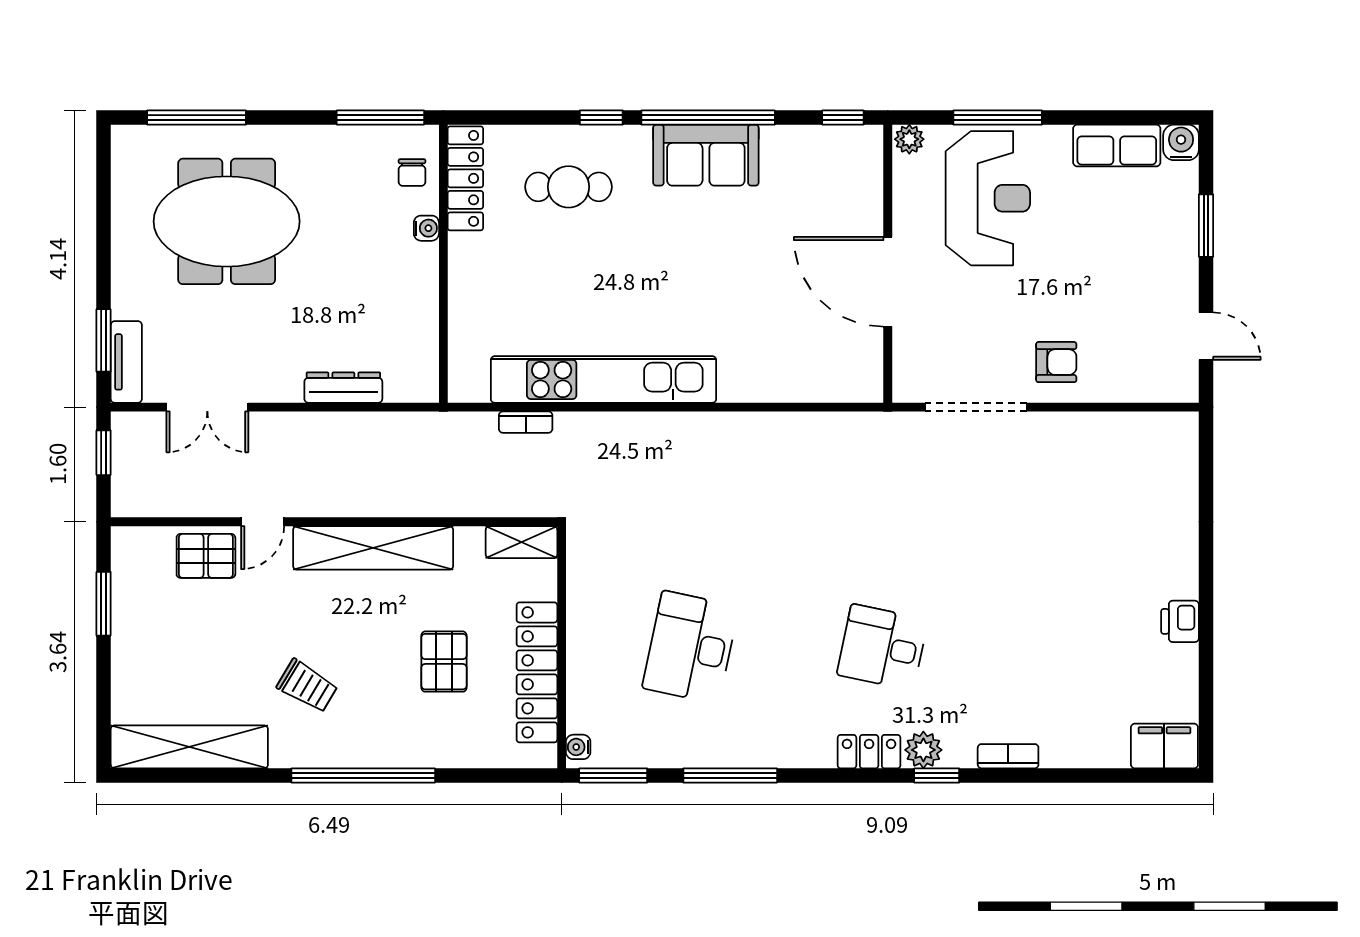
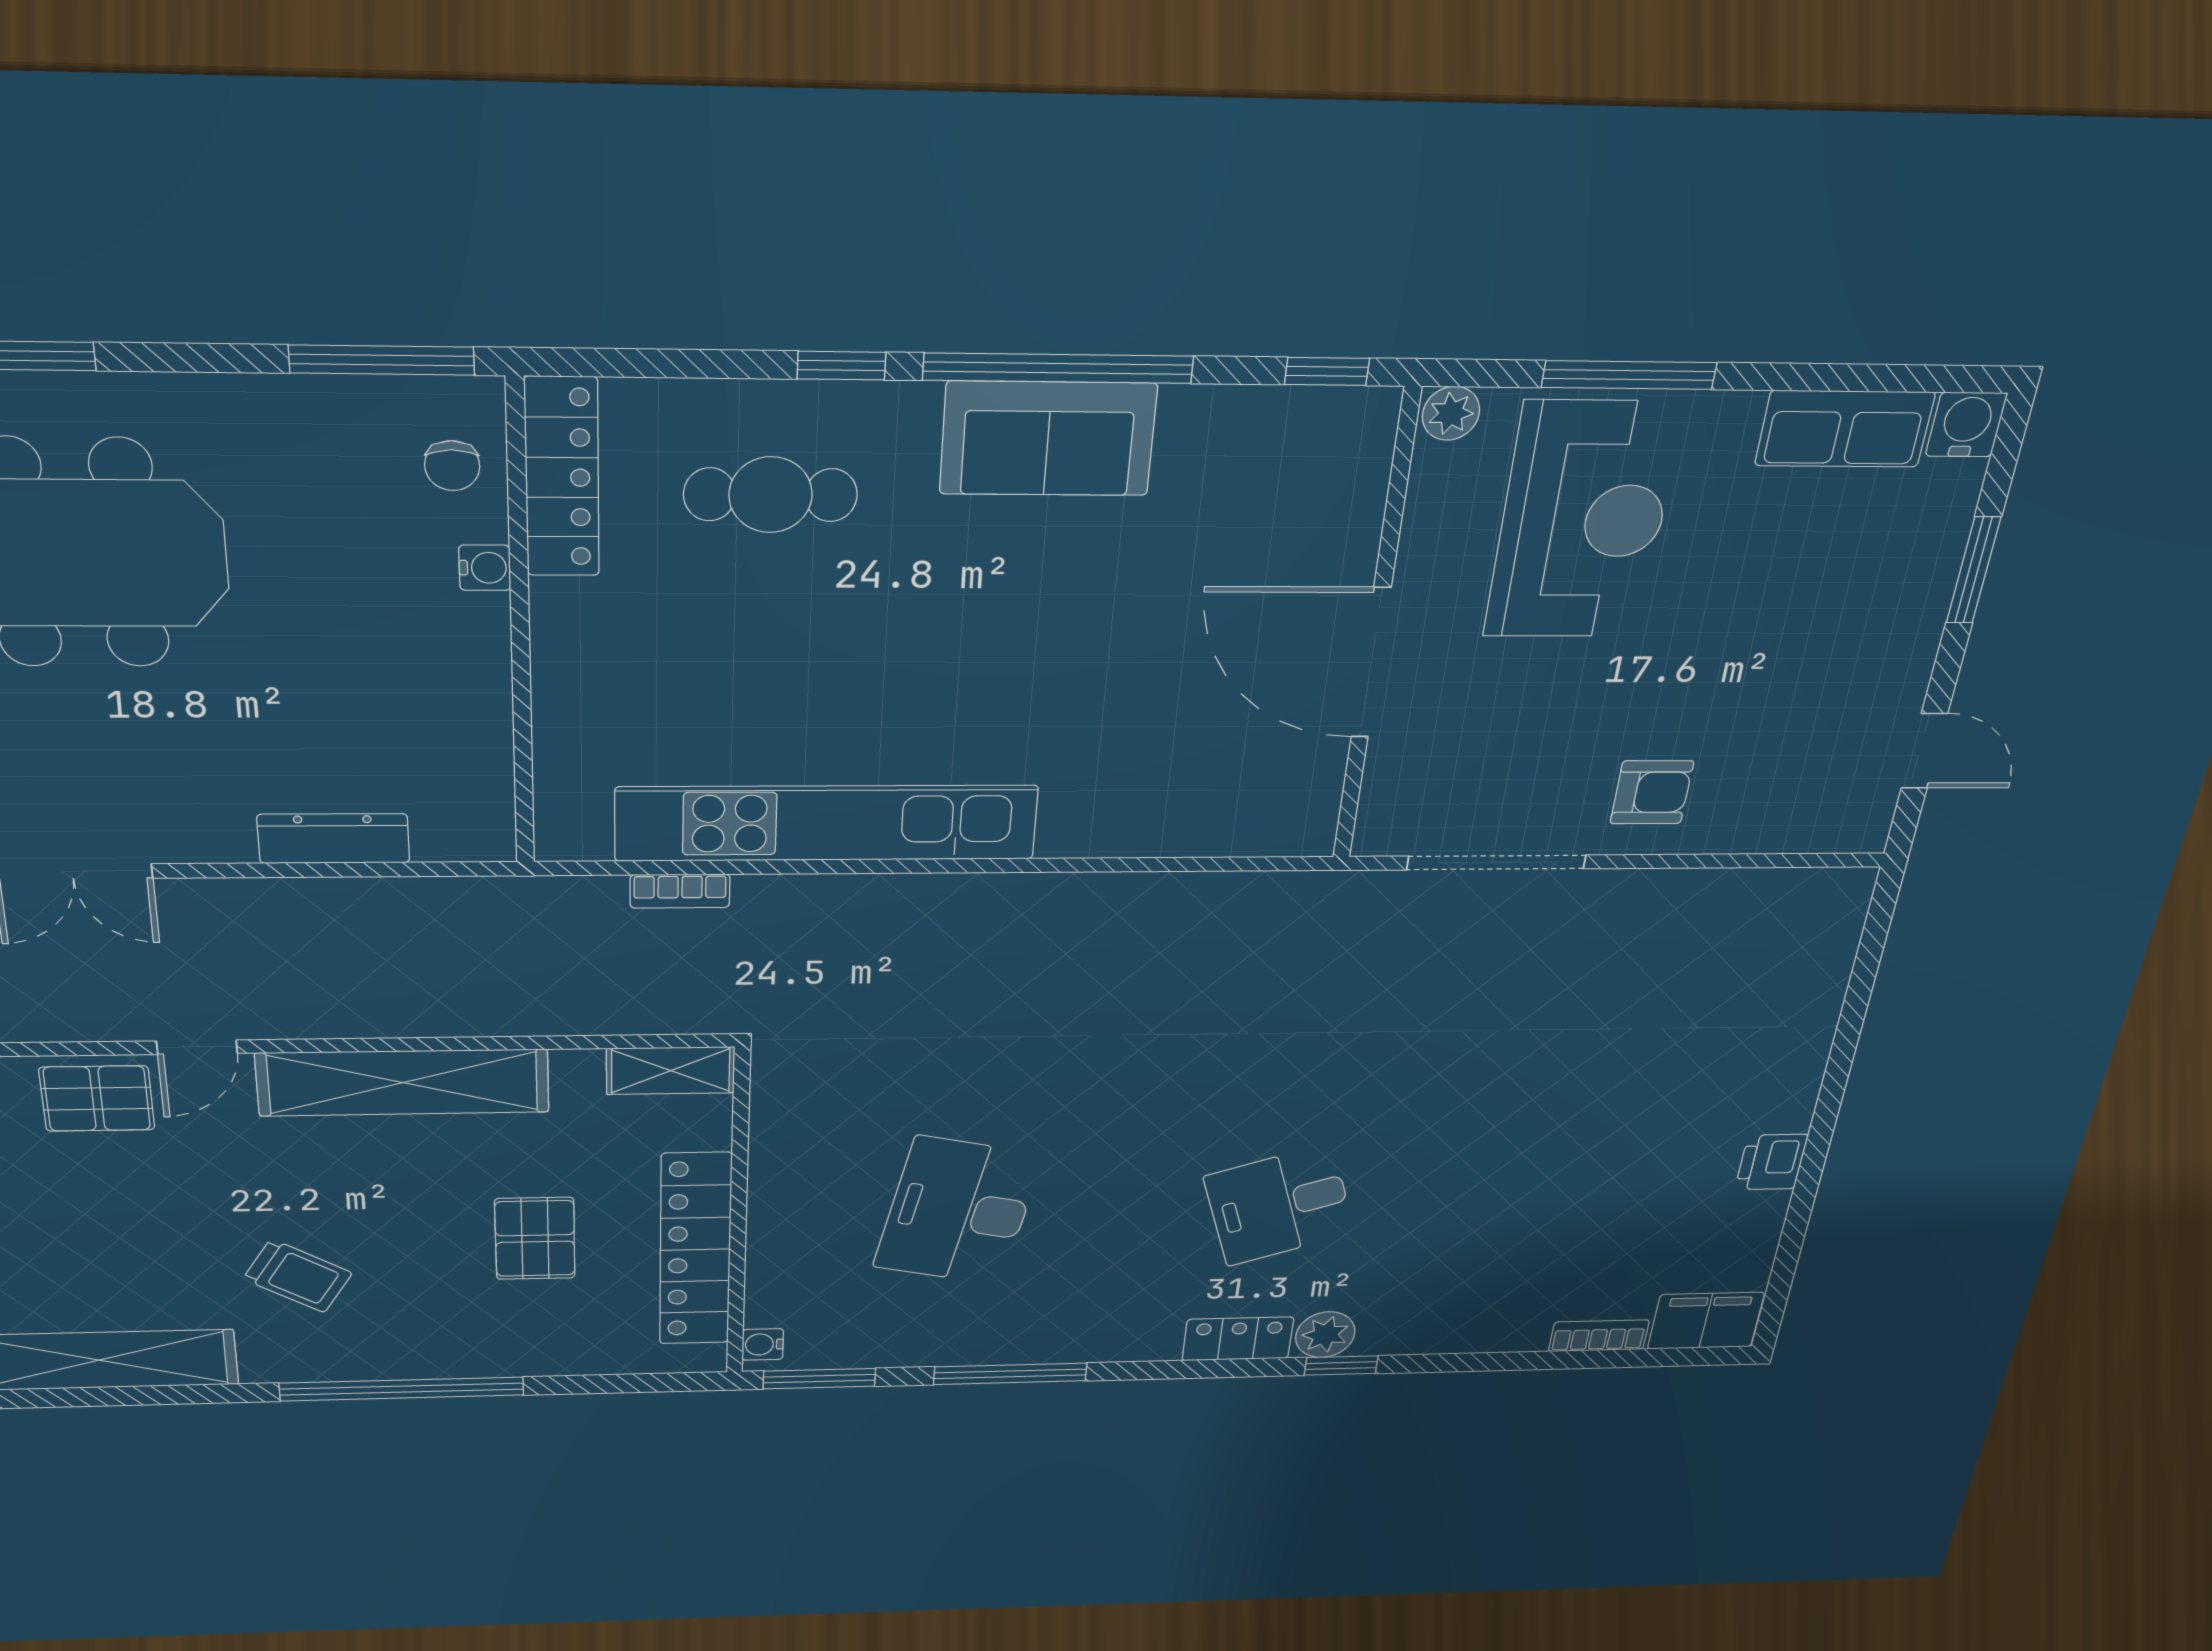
desk: (882, 647) -> (1279, 1205), turned -30
bookcase: (1008, 756) -> (1599, 1336), moved

